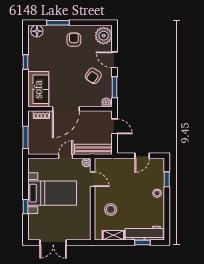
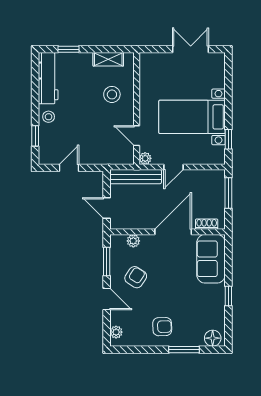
plant: (104, 36) -> (116, 332), width x0.53, depth x0.53
armchair: (74, 40) -> (162, 327), turned -92
plant: (106, 102) -> (133, 241), moved
window: (25, 207) -> (228, 139), moved
workbench: (144, 233) -> (48, 78), moved, turned -90

